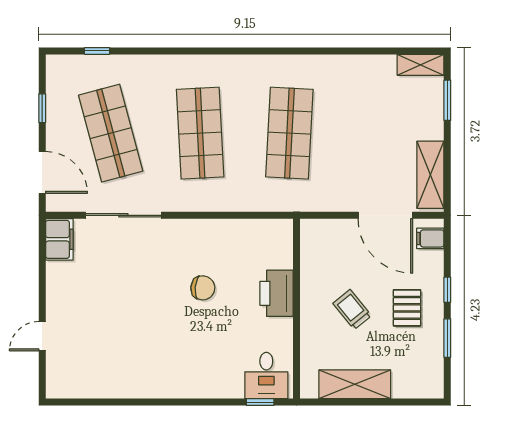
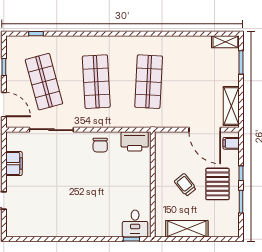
filing cabinet: (59, 239) -> (14, 164), moved
chair: (203, 288) -> (100, 145), moved, turned 85
printer: (277, 293) -> (135, 141), moved, turned -90
pallet: (407, 308) -> (217, 184), width x1.50, depth x1.42

